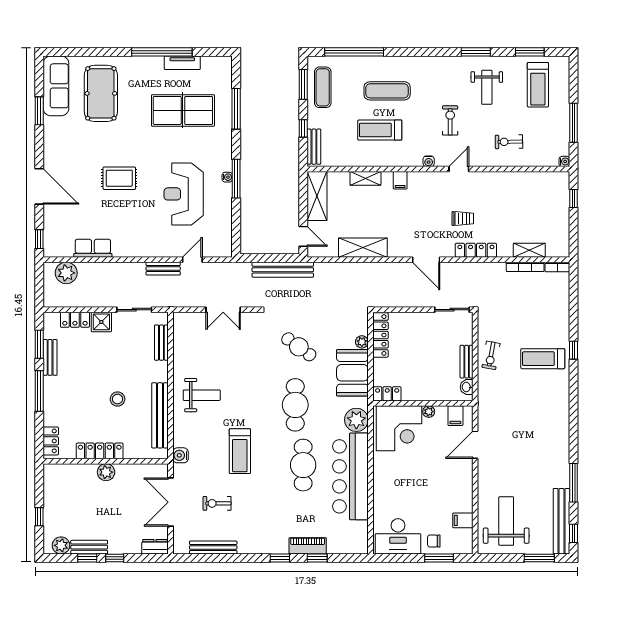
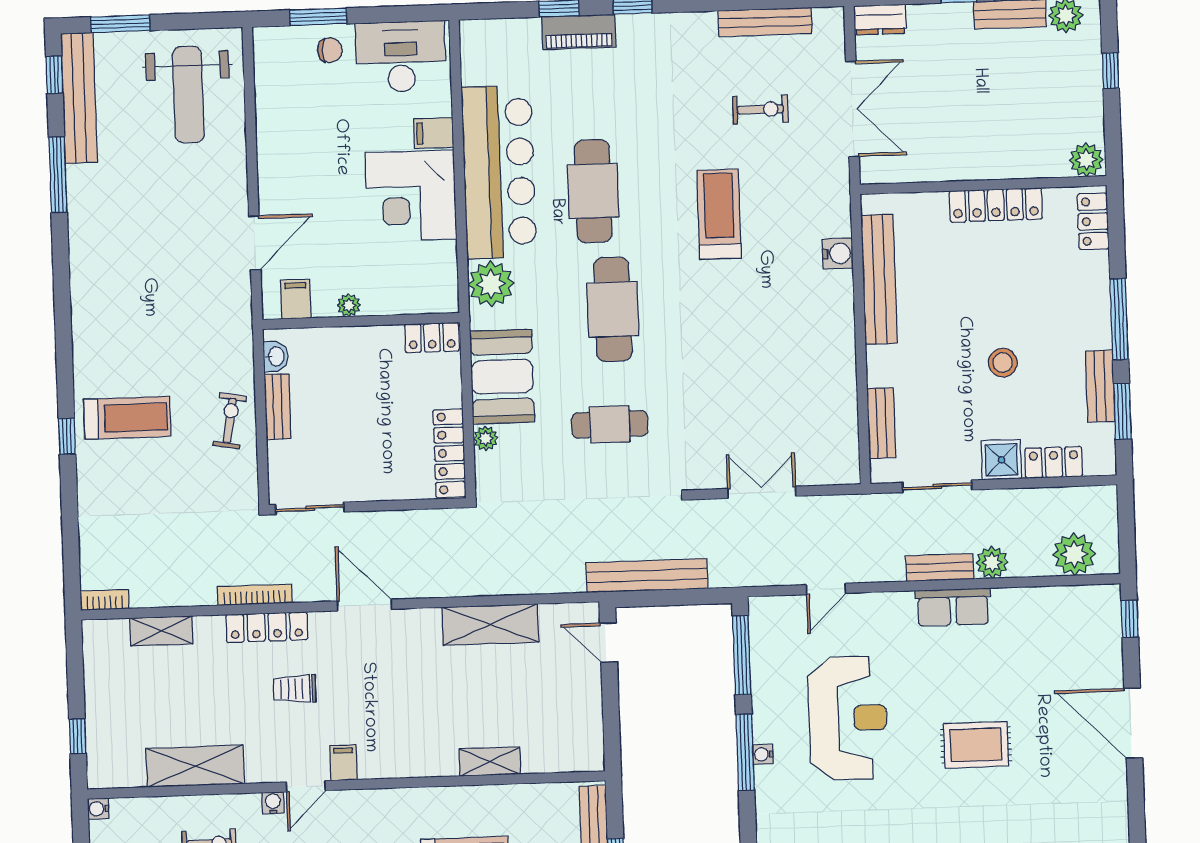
water cooler: (429, 161) -> (273, 803), moved
filing cabinet: (400, 180) -> (343, 763), moved
shelving: (317, 196) -> (195, 766), moved, turned 90
window: (236, 228) -> (742, 655), added
row of seats: (93, 248) -> (953, 607), moved
bookcase: (525, 267) -> (255, 595), moved
bench: (163, 269) -> (940, 568), moved
plant: (108, 270) -> (992, 562), added
cafe table: (299, 347) -> (610, 424), turned -36
weight bench: (202, 395) -> (798, 322), removed
stool: (118, 399) -> (1003, 363), moved
corner desk: (399, 428) -> (411, 196), moved, turned -90
water cooler: (180, 455) -> (838, 254), moved
plant: (106, 472) -> (1086, 160), moved
filing cabinet: (463, 520) -> (434, 133), moved, turned 180

